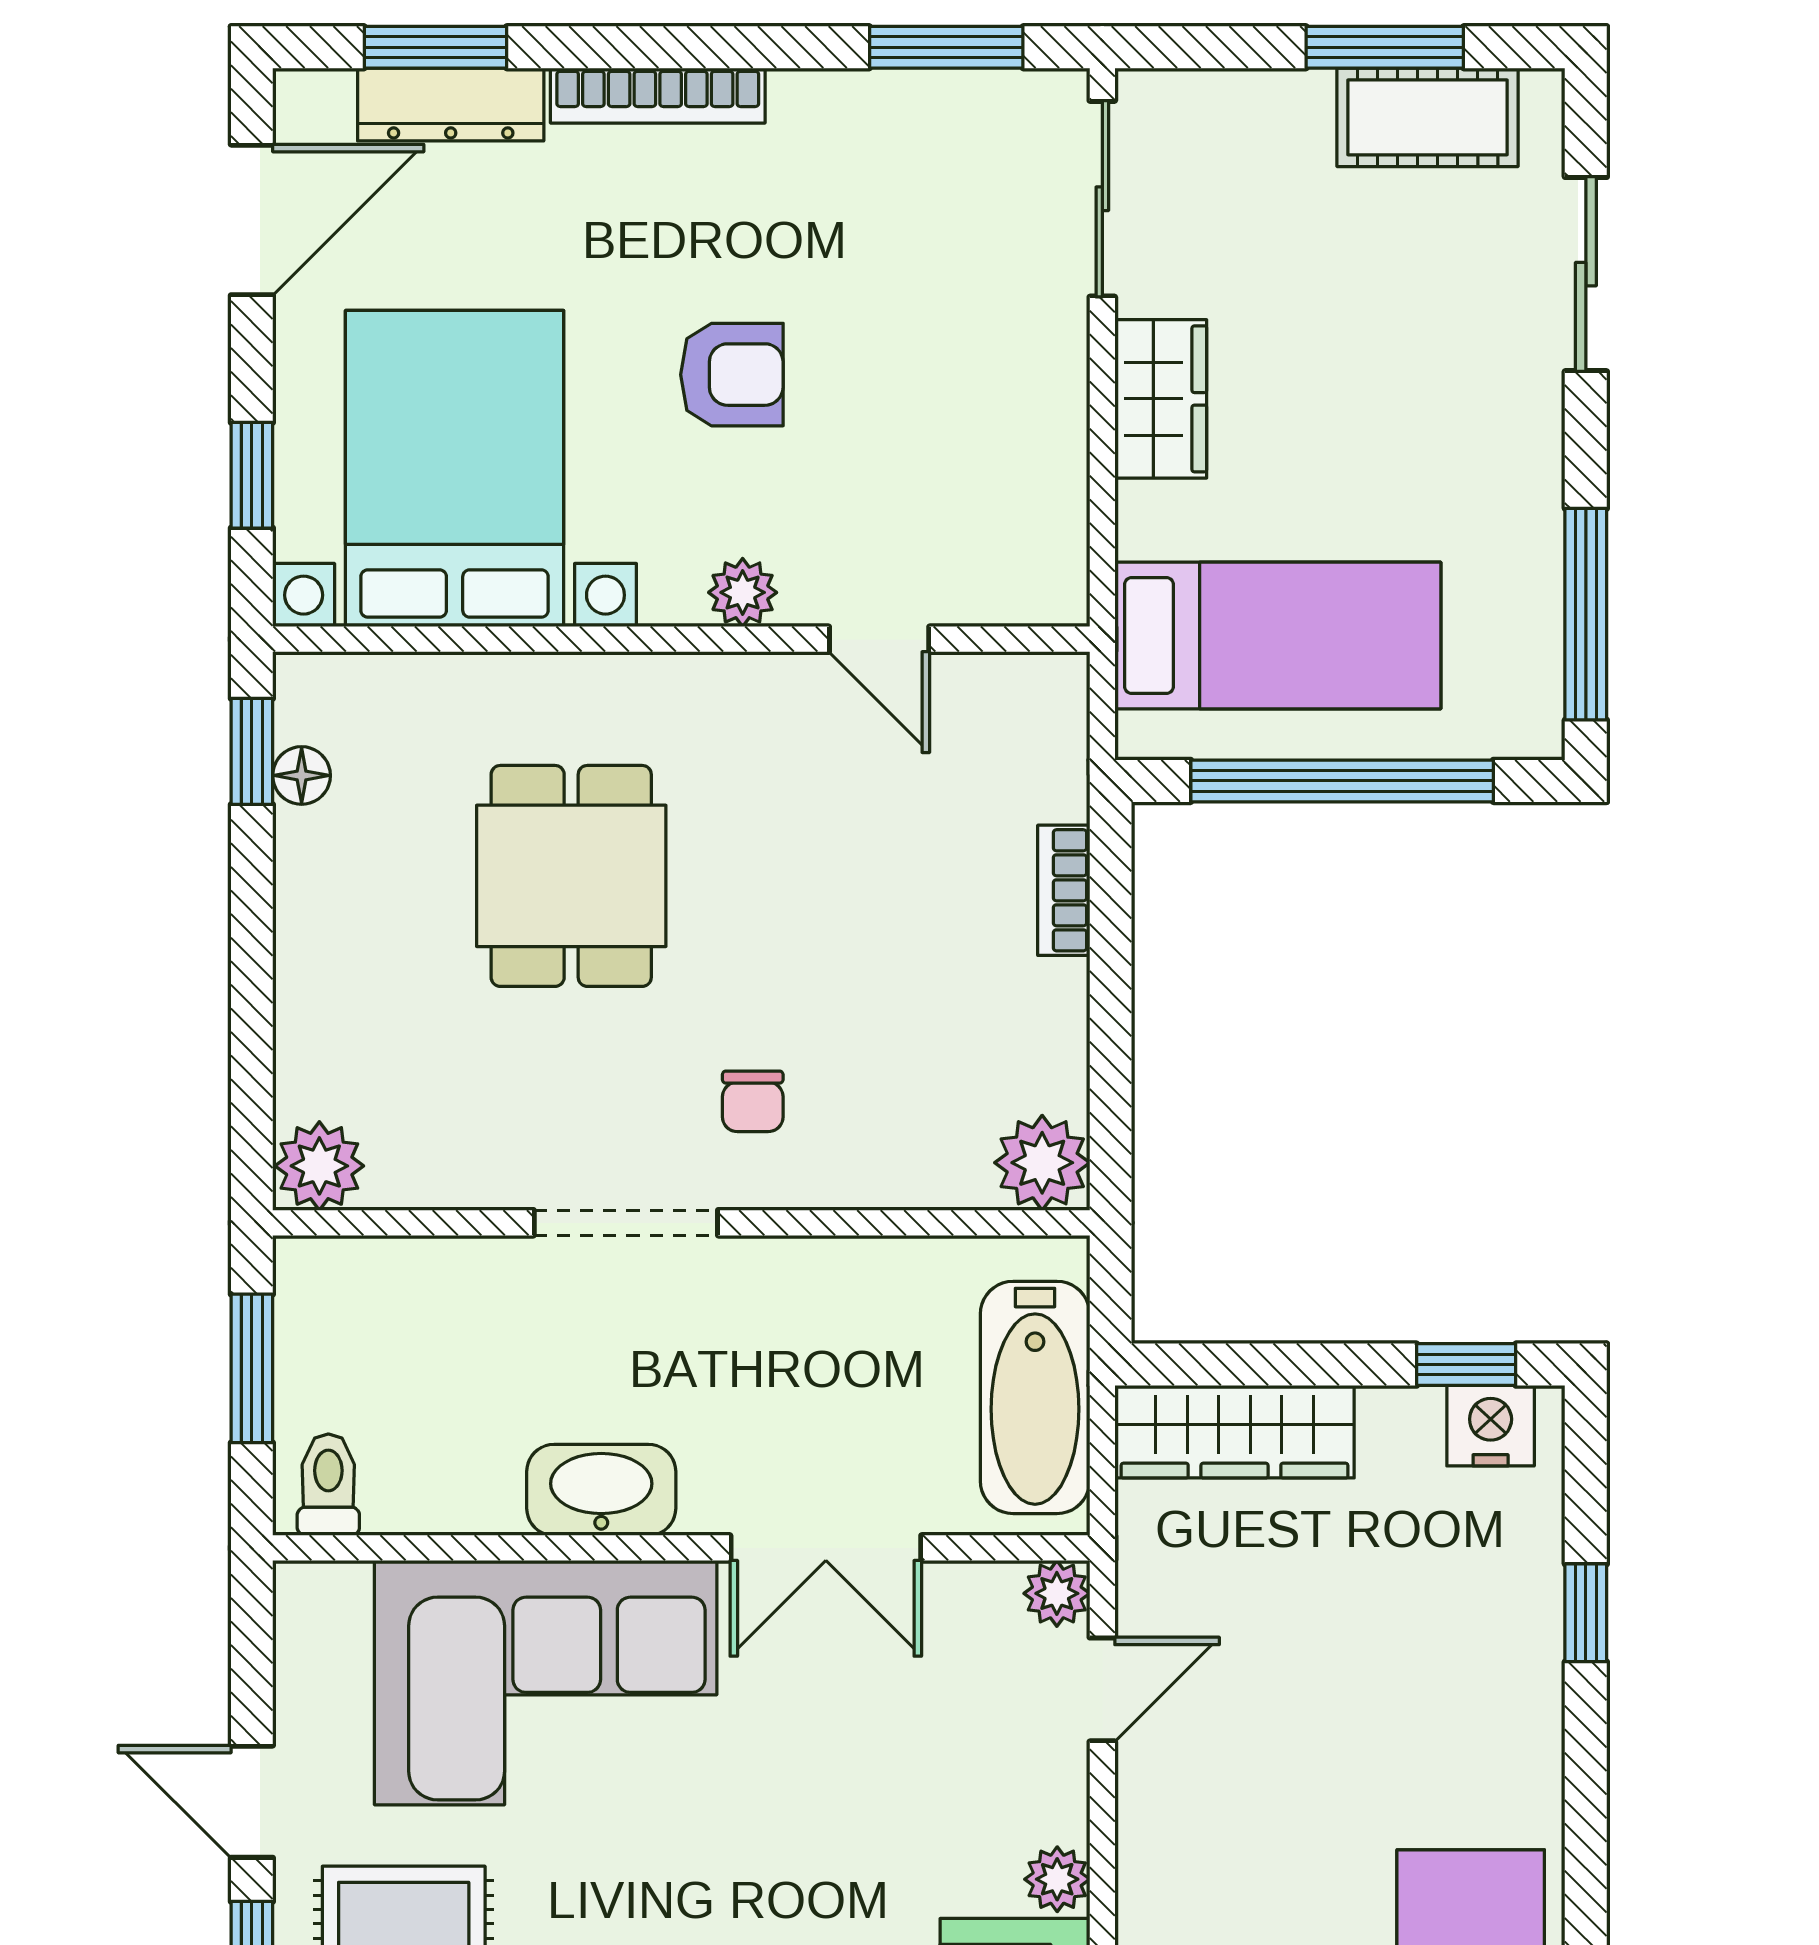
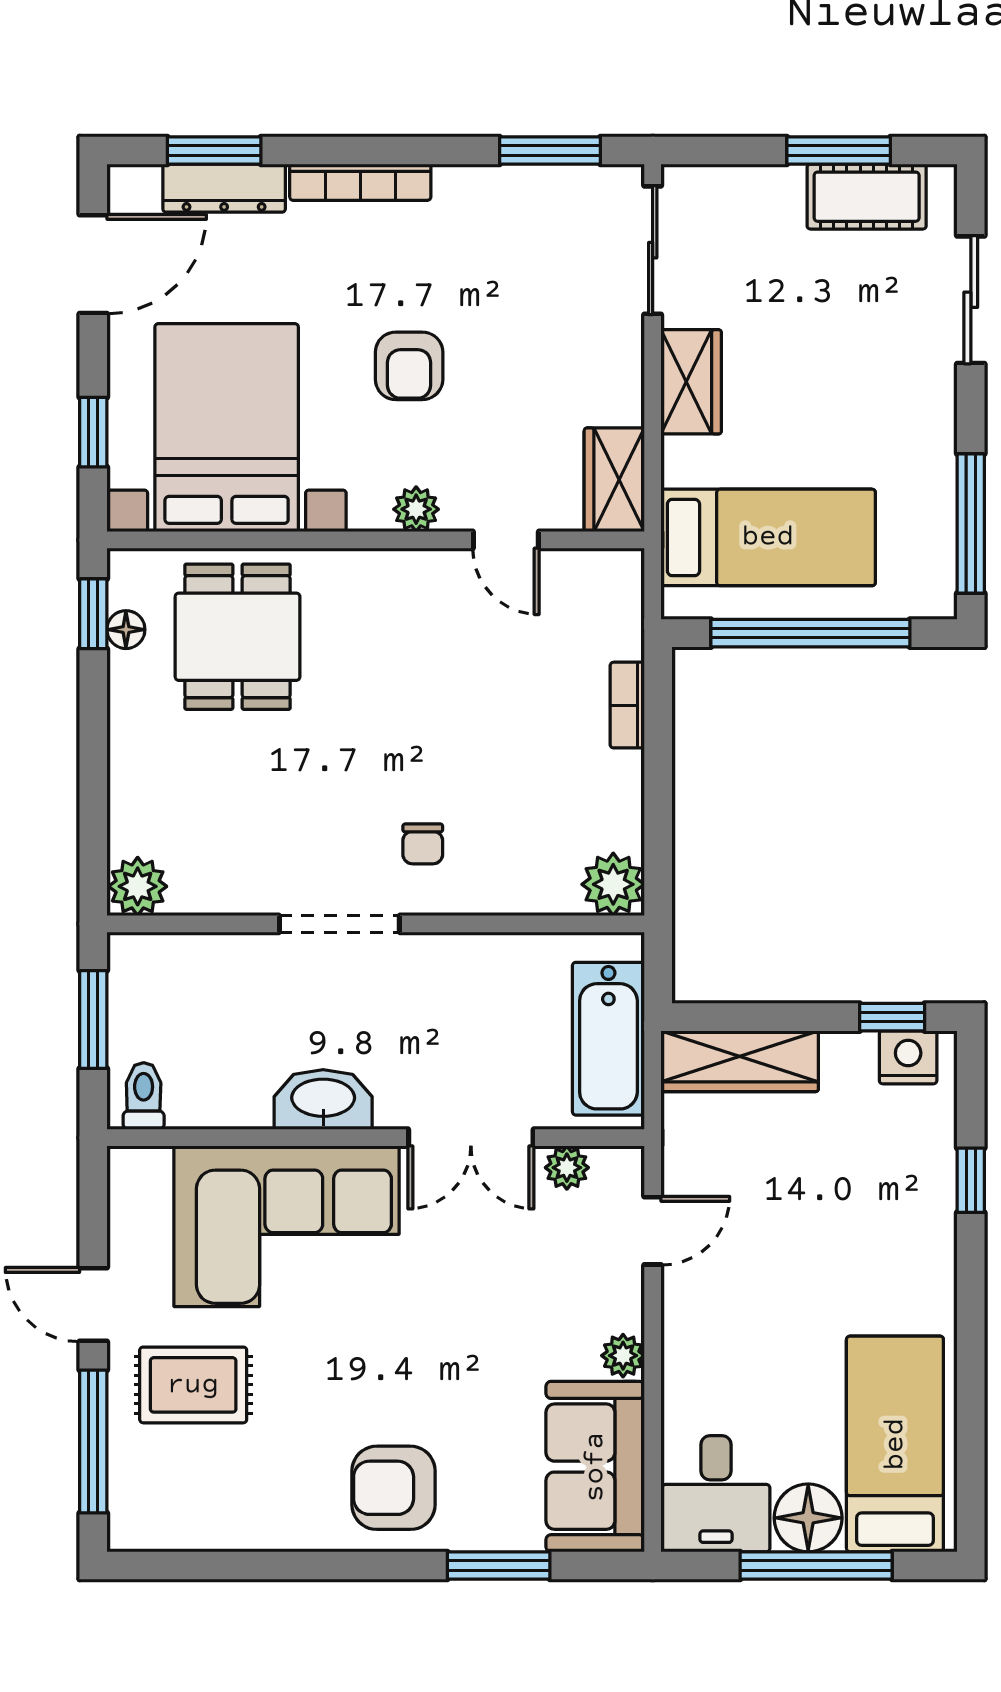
armchair: (732, 375) -> (409, 366), turned 90
wardrobe: (1044, 548) -> (614, 480), added
dining table: (571, 876) -> (238, 637), moved
plant: (1057, 1593) -> (567, 1168), moved

